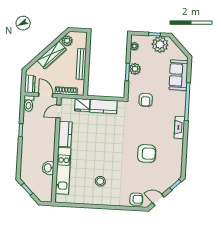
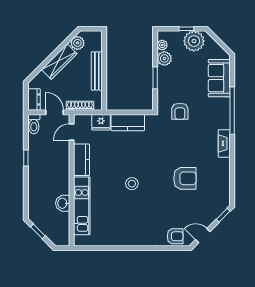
plant: (135, 69) -> (164, 58), moved
stool: (100, 181) -> (132, 184), moved

